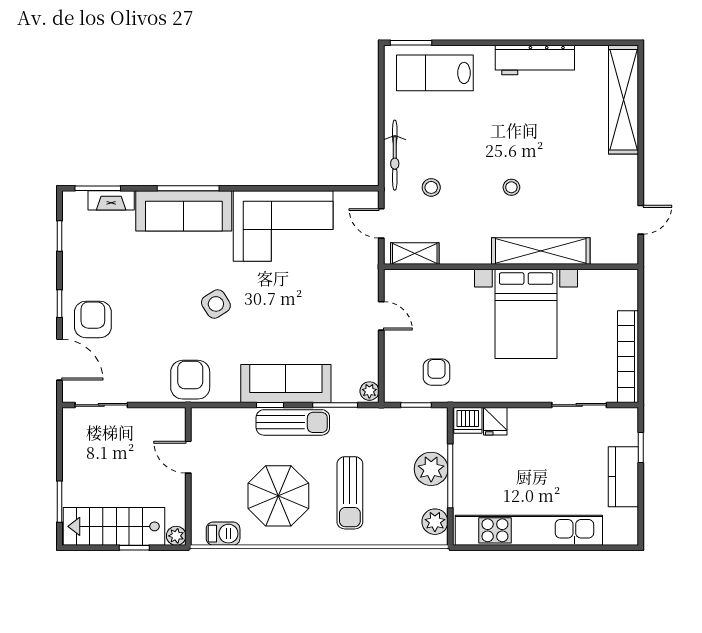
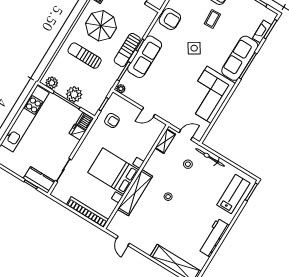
coffee table: (143, 303) -> (212, 19), added
bookcase: (628, 357) -> (87, 212), moved
kitchen counter: (623, 477) -> (39, 180), moved

